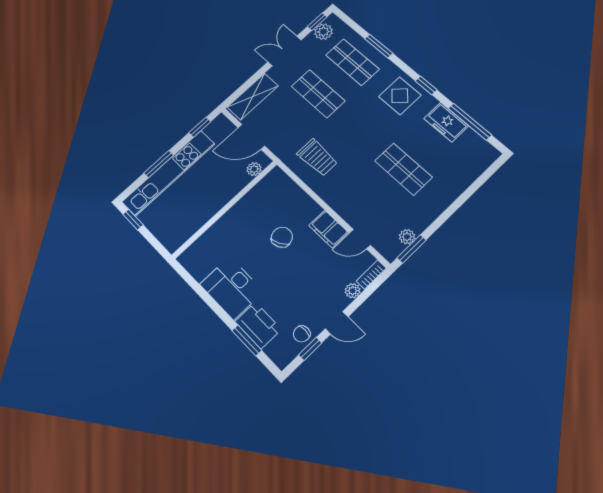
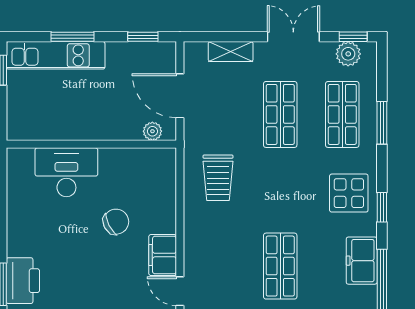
shelving: (253, 96) -> (231, 51), width x0.67, depth x0.75
kitchen unit: (169, 173) -> (56, 55), width x0.73
desk: (232, 288) -> (66, 172), moved, turned 90

